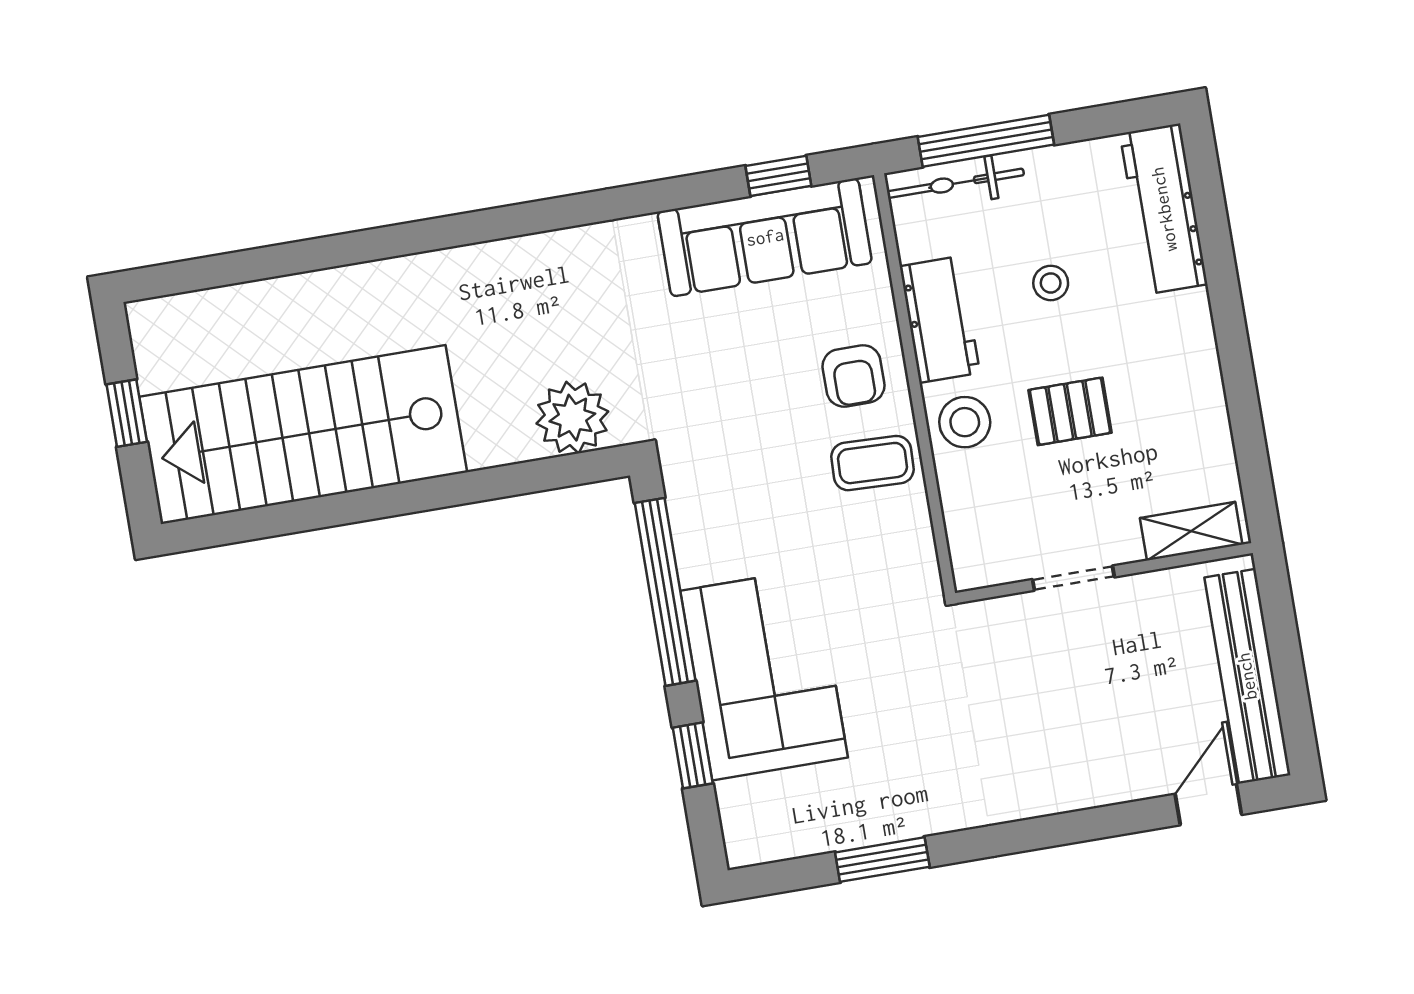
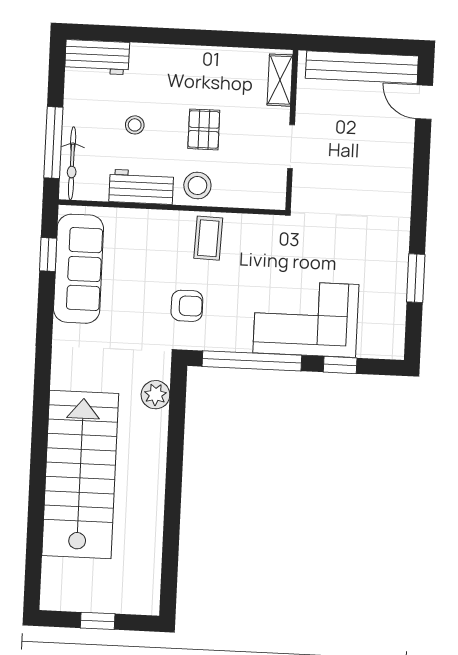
workbench: (1164, 209) -> (97, 57), width x0.73
armchair: (853, 376) -> (187, 306), moved
plant: (572, 418) -> (155, 395), width x0.73, depth x0.73
stairs: (303, 435) -> (80, 475), moved, turned 180

